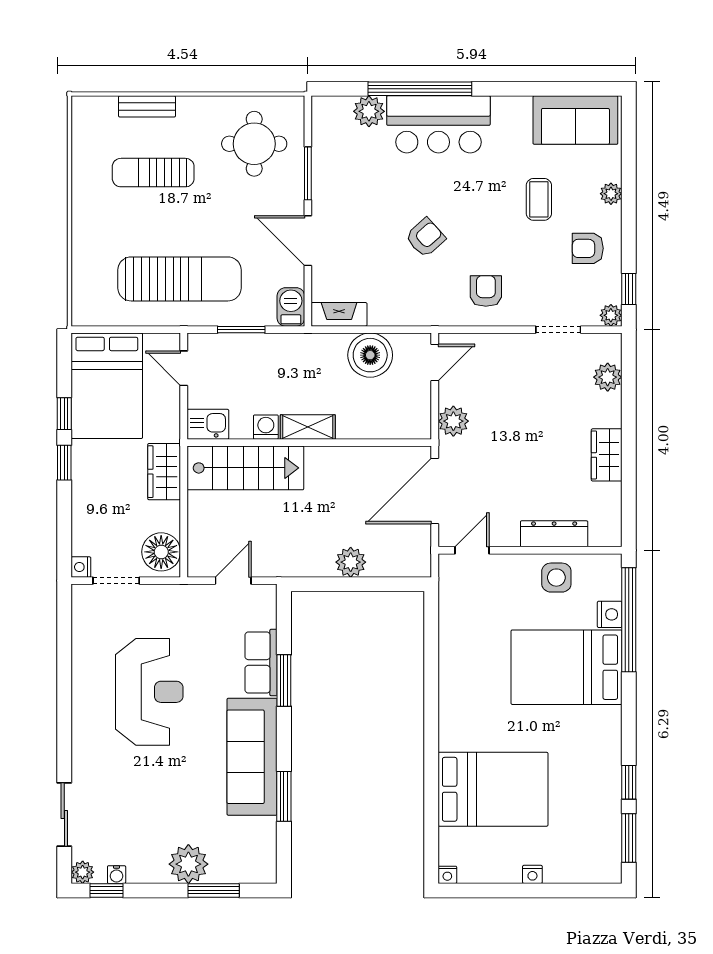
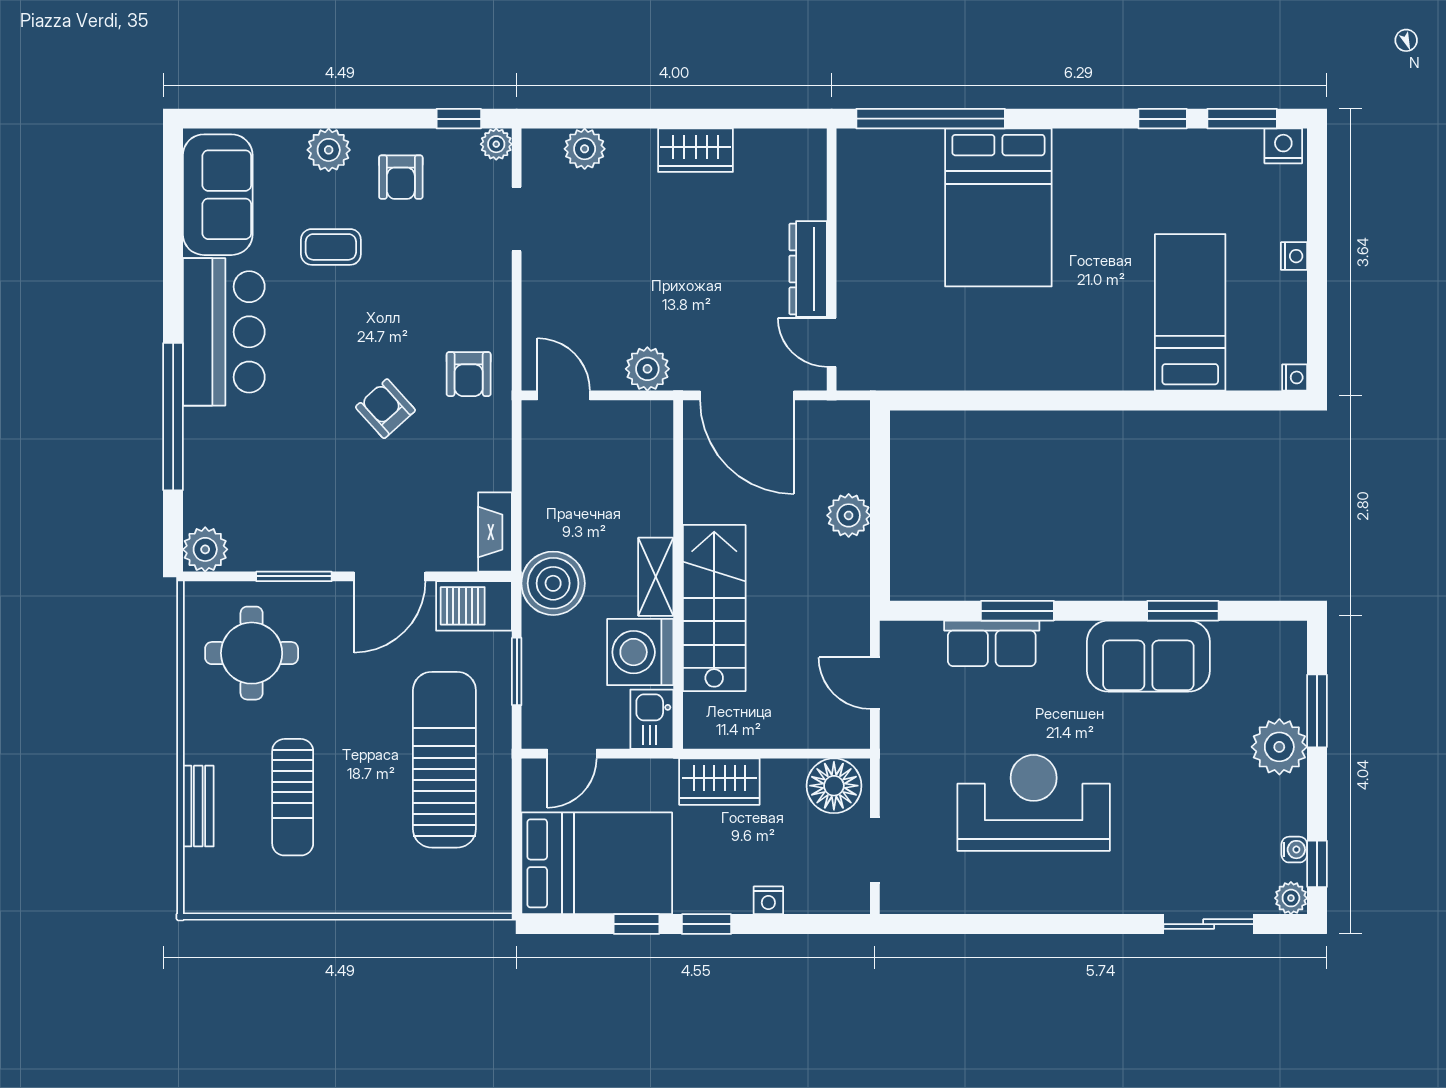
plant: (369, 111) -> (205, 549), moved
bar counter: (438, 124) -> (224, 332), moved
plant: (611, 194) -> (329, 150), width x1.38, depth x1.38
armchair: (486, 291) -> (469, 374), moved, turned -90
barbecue: (291, 307) -> (474, 606), width x1.38, depth x1.27
boiler: (370, 355) -> (553, 583), moved
washing machine: (266, 427) -> (640, 652), width x1.89, depth x1.89
stairs: (245, 468) -> (714, 608), moved
dresser: (554, 534) -> (808, 269), moved
nightstand: (81, 567) -> (768, 900), moved
side table: (556, 578) -> (870, 222), removed
nightstand: (610, 614) -> (1283, 146), moved
sofa: (252, 757) -> (1148, 656), width x0.73
bed: (493, 789) -> (1190, 312), width x0.67

